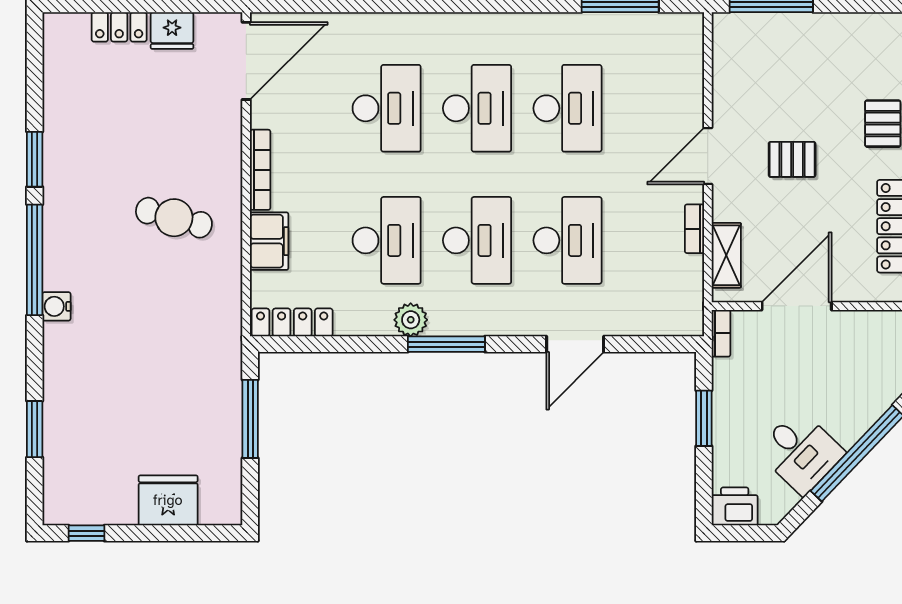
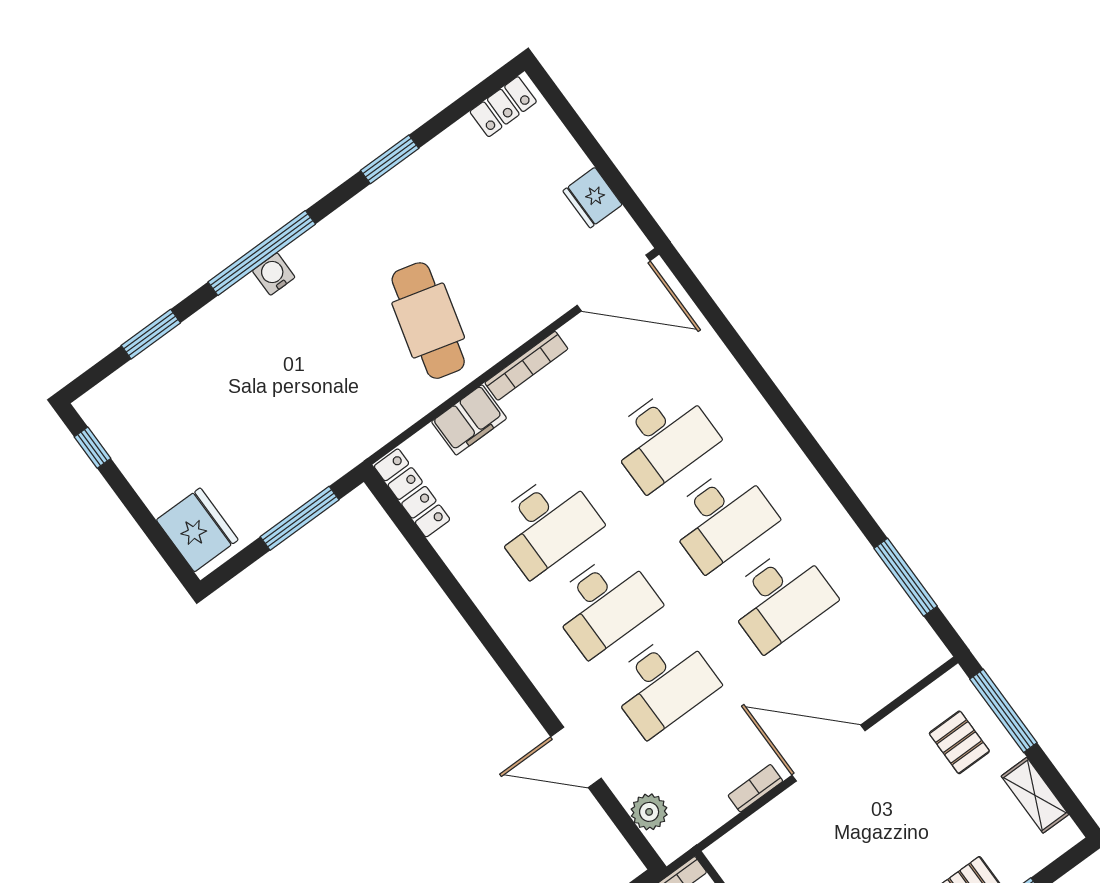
locker: (119, 27) -> (503, 107), moved, turned -90
door: (708, 156) -> (829, 753), width x1.36
pallet: (792, 159) -> (959, 742), moved
cafe table: (174, 218) -> (428, 321), width x1.37, depth x1.35
shelving: (726, 255) -> (1035, 795), moved, turned 90
window: (35, 260) -> (262, 253), moved
plant: (411, 320) -> (649, 812), moved
window: (446, 344) -> (493, 643), removed
fridge: (168, 500) -> (197, 530), moved

